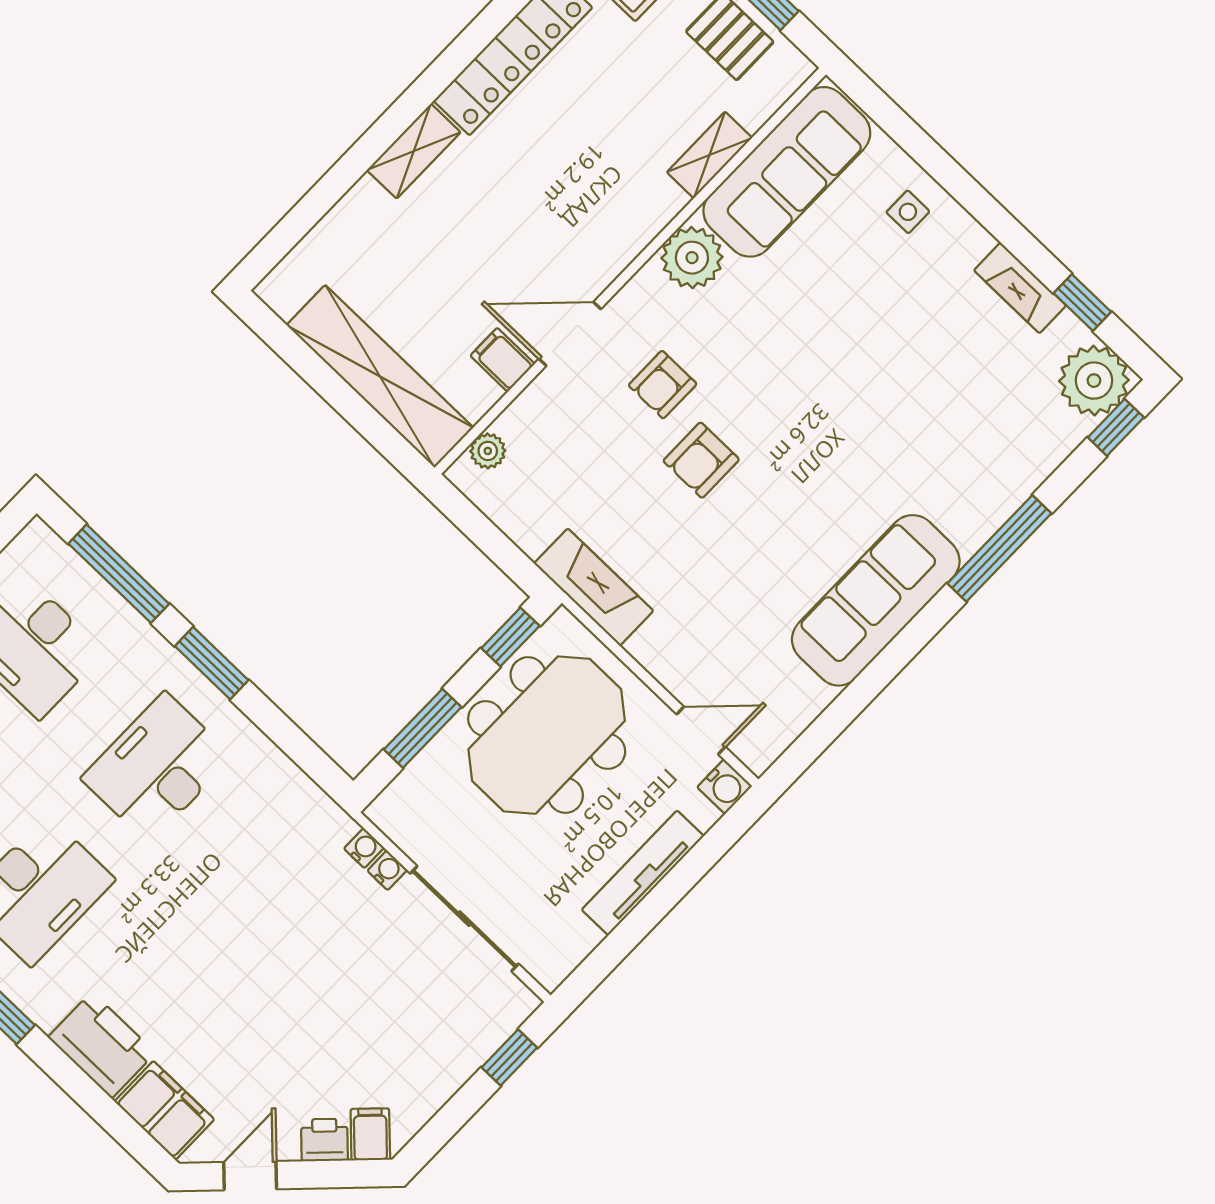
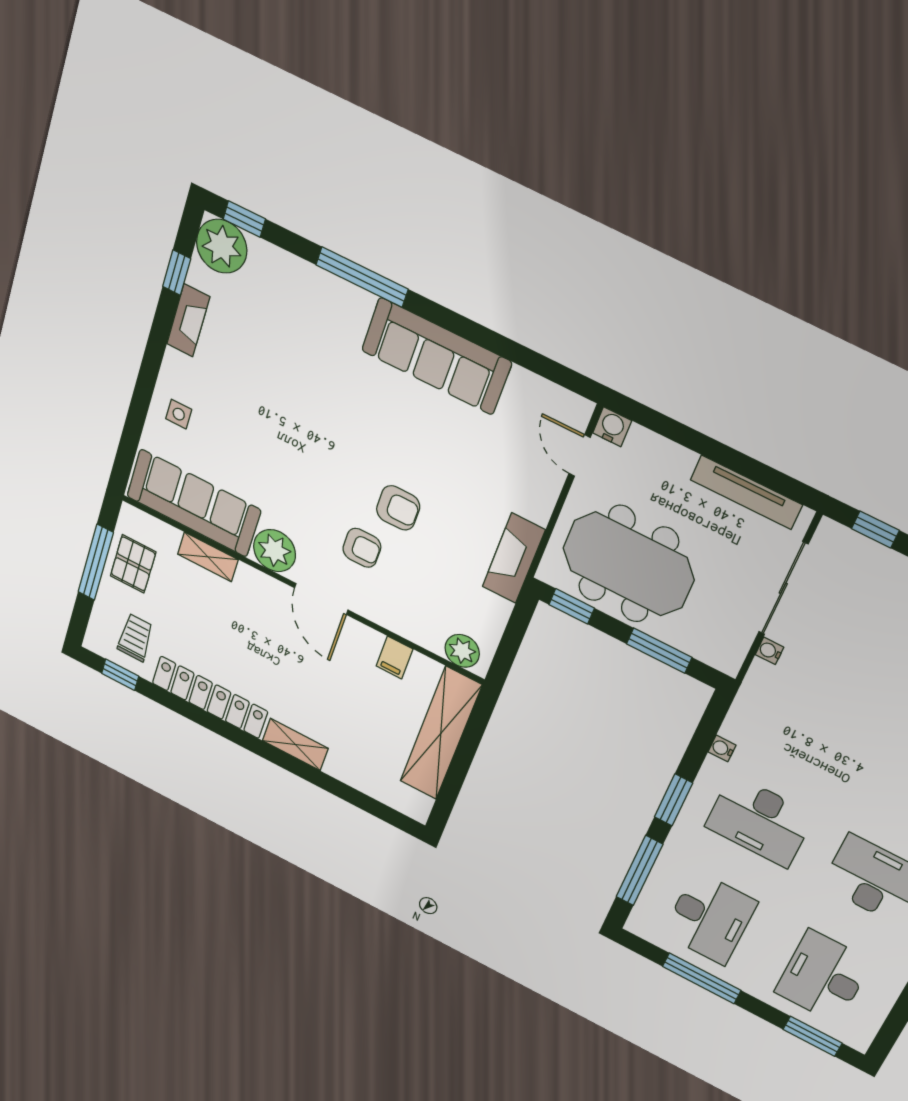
door: (570, 334) -> (321, 599), moved
plant: (488, 451) -> (462, 651), width x1.38, depth x1.38
water cooler: (364, 848) -> (722, 748), moved
tv unit: (643, 873) -> (746, 492), moved

